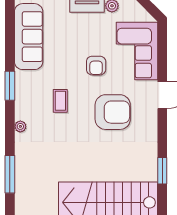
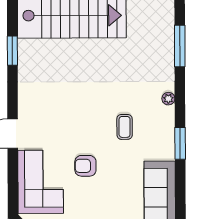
armchair: (96, 66) -> (85, 166), turned -90
armchair: (113, 112) -> (67, 115), removed

